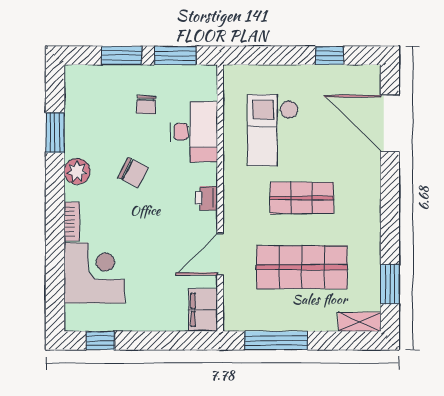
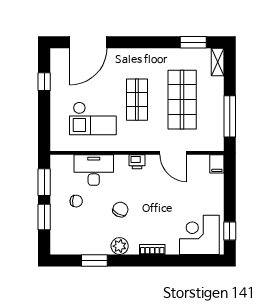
corner desk: (94, 273) -> (199, 235), moved
filing cabinet: (203, 310) -> (217, 164), width x0.50

